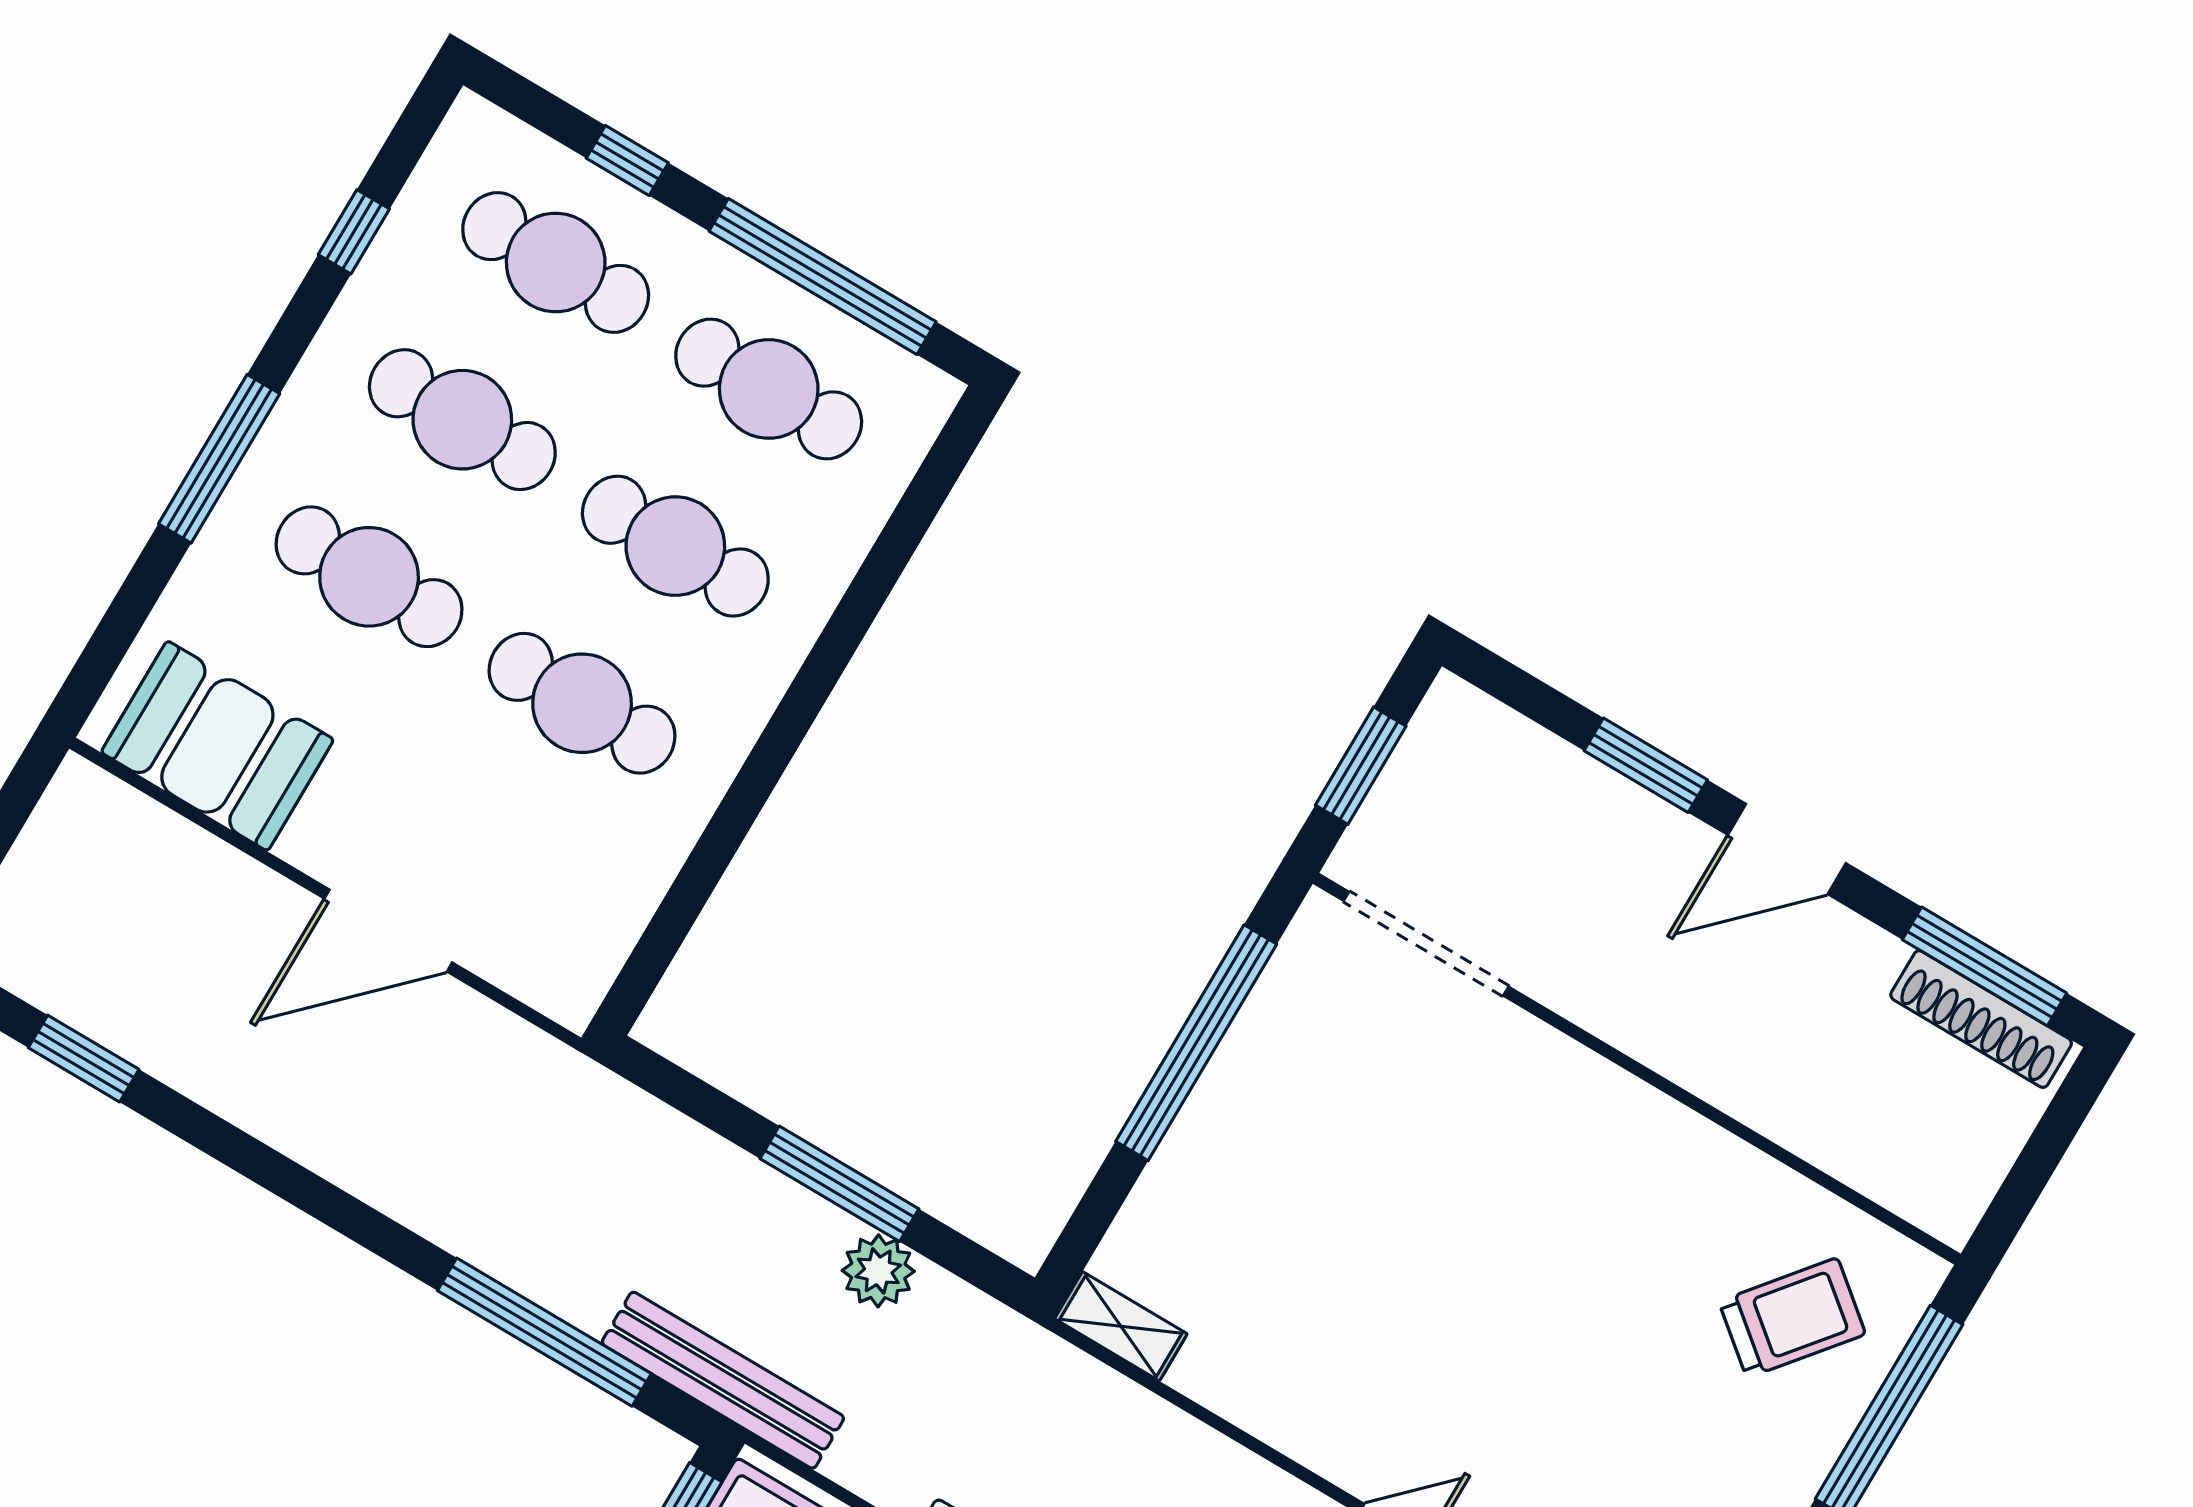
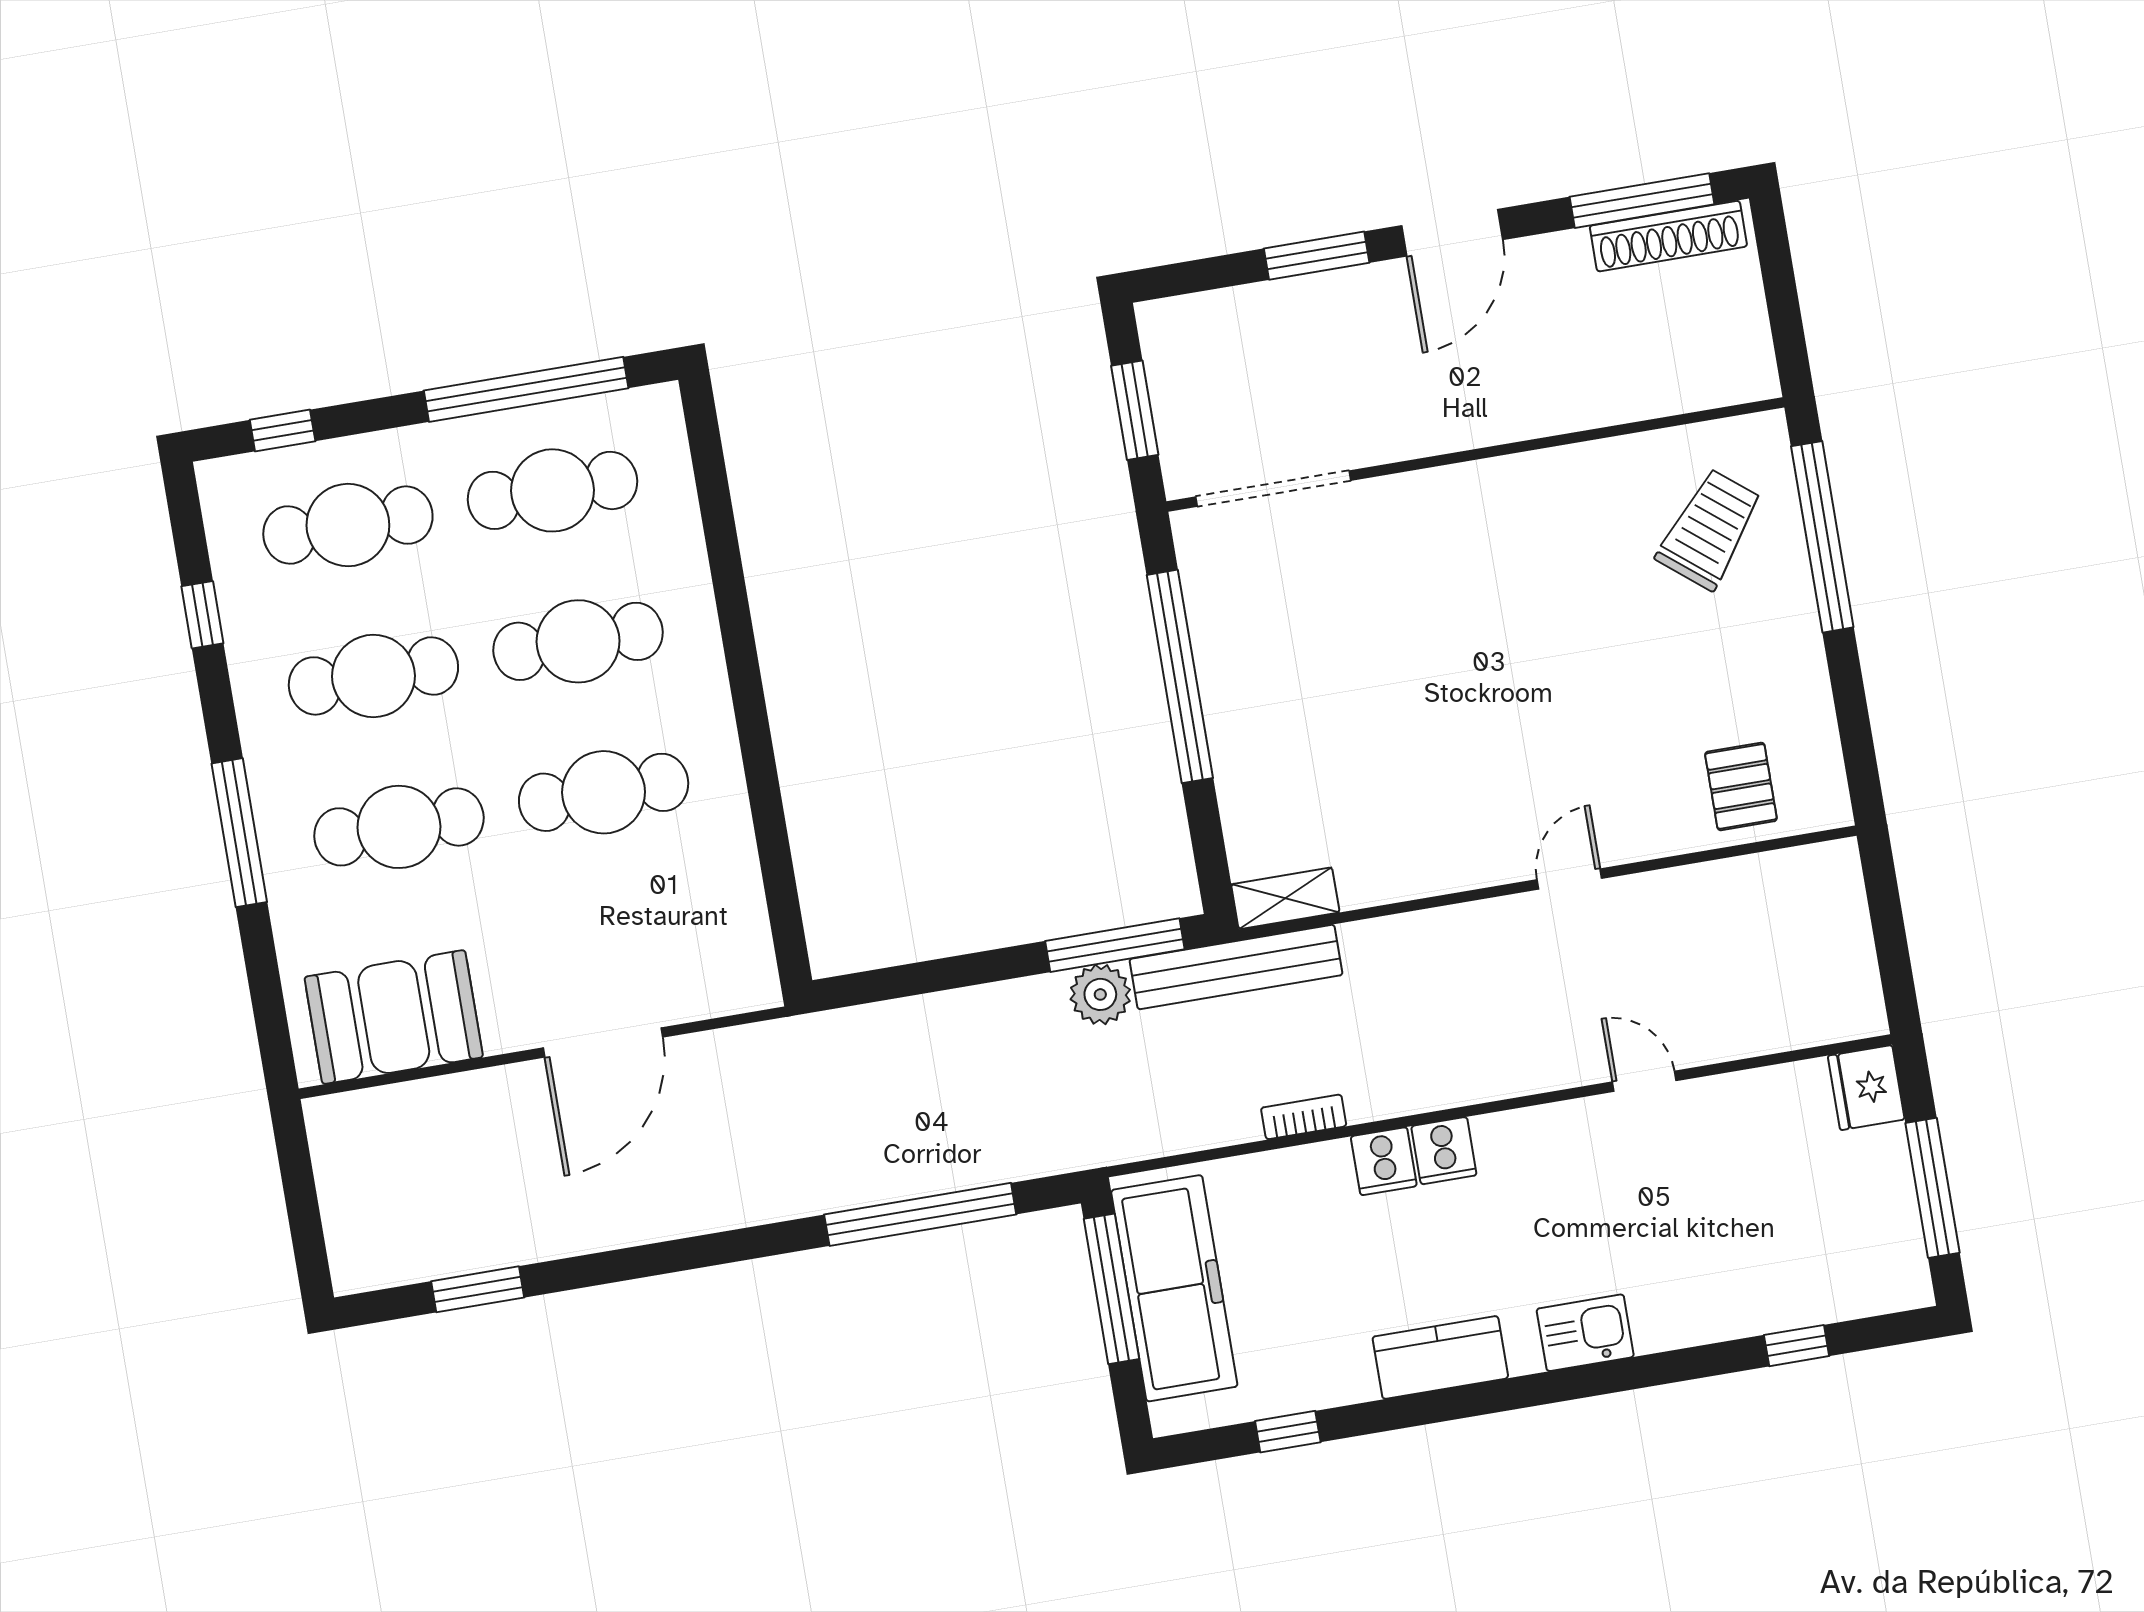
window: (627, 161) -> (283, 431), moved
window: (839, 1184) -> (1115, 945), moved
bench: (723, 1380) -> (1236, 967), moved

